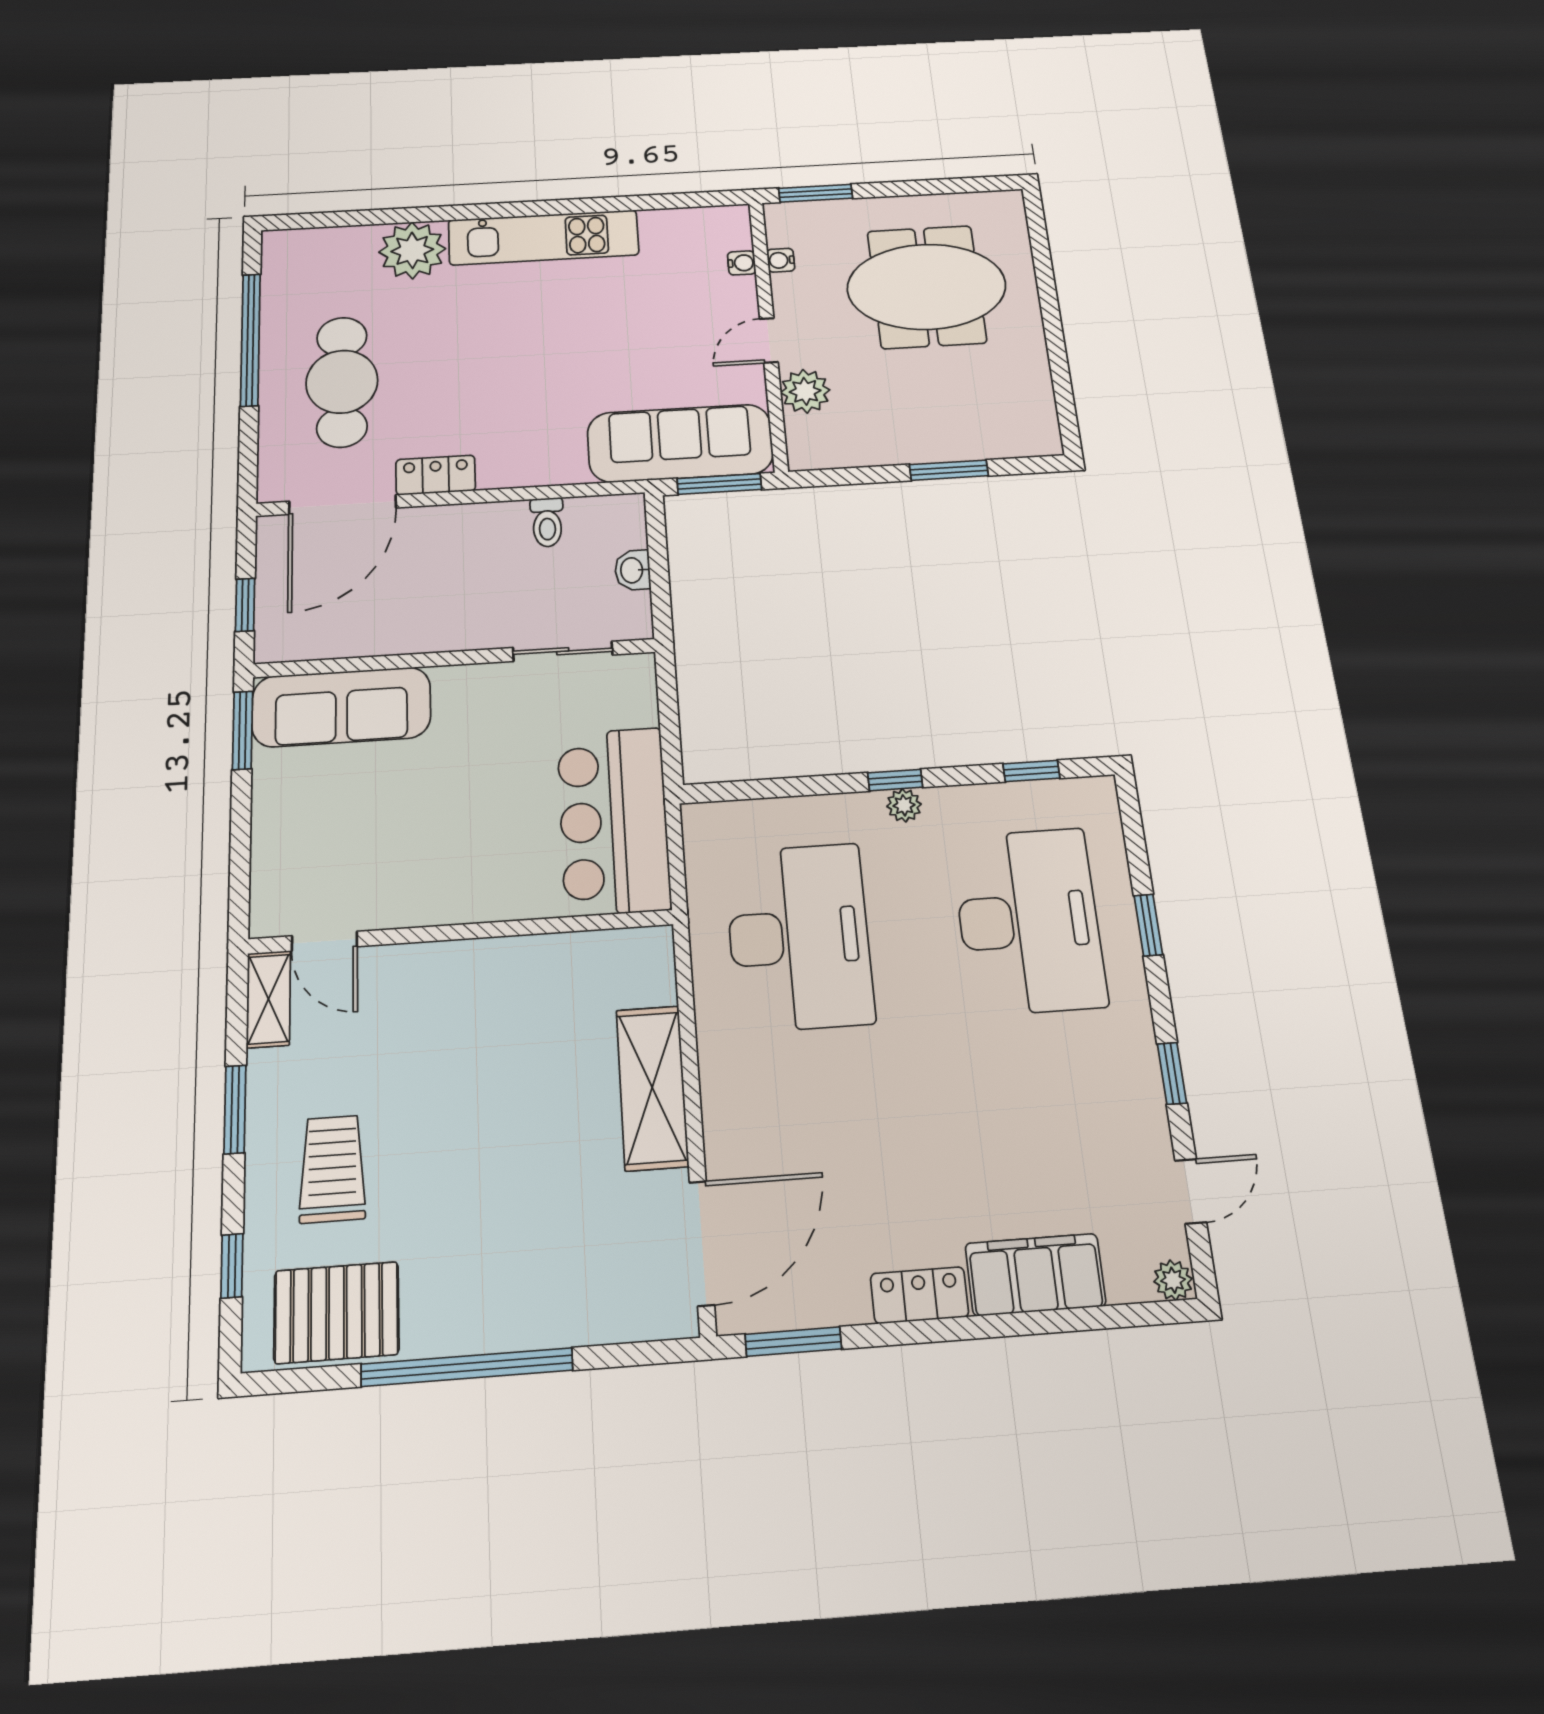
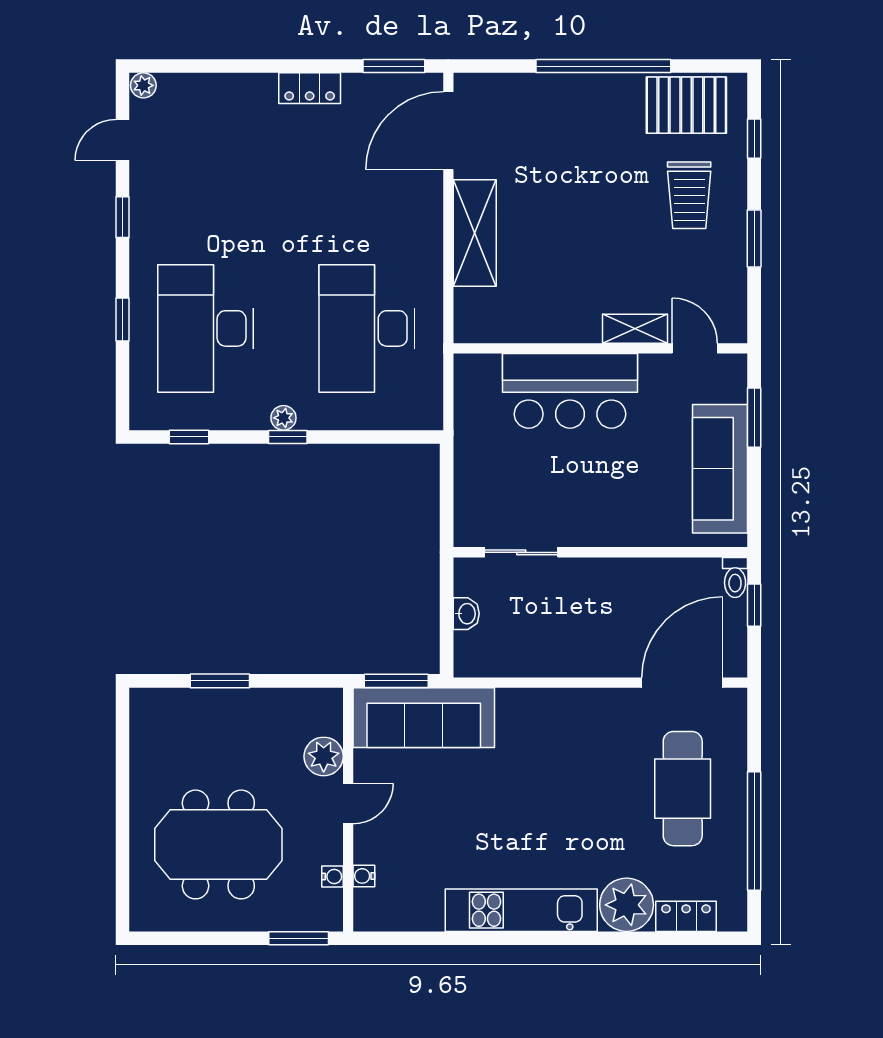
locker: (436, 475) -> (686, 916), moved, turned 180
toilet: (547, 522) -> (735, 577), moved, turned 180
sofa: (341, 707) -> (720, 469), moved, turned -90
window: (243, 730) -> (754, 418), moved
bar counter: (614, 821) -> (570, 391), moved, turned 90
shelving: (268, 999) -> (635, 329), moved, turned 90
filing cabinet: (1035, 1275) -> (233, 95), removed

